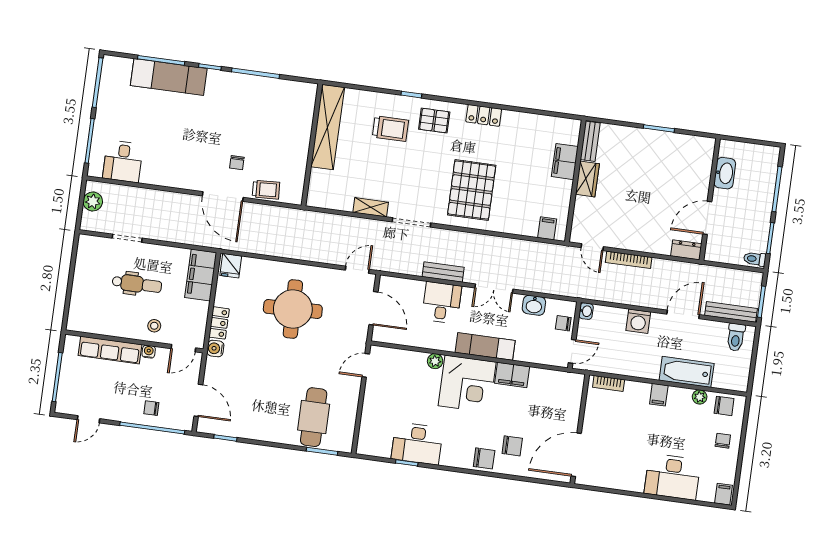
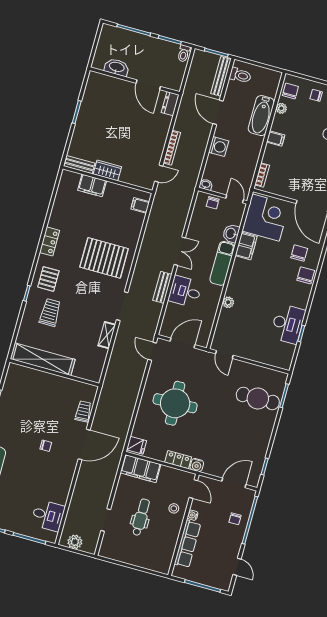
chair: (237, 163) -> (46, 446), moved
washbasin: (534, 305) -> (231, 233), moved, turned 180
corner desk: (467, 384) -> (266, 218), moved

